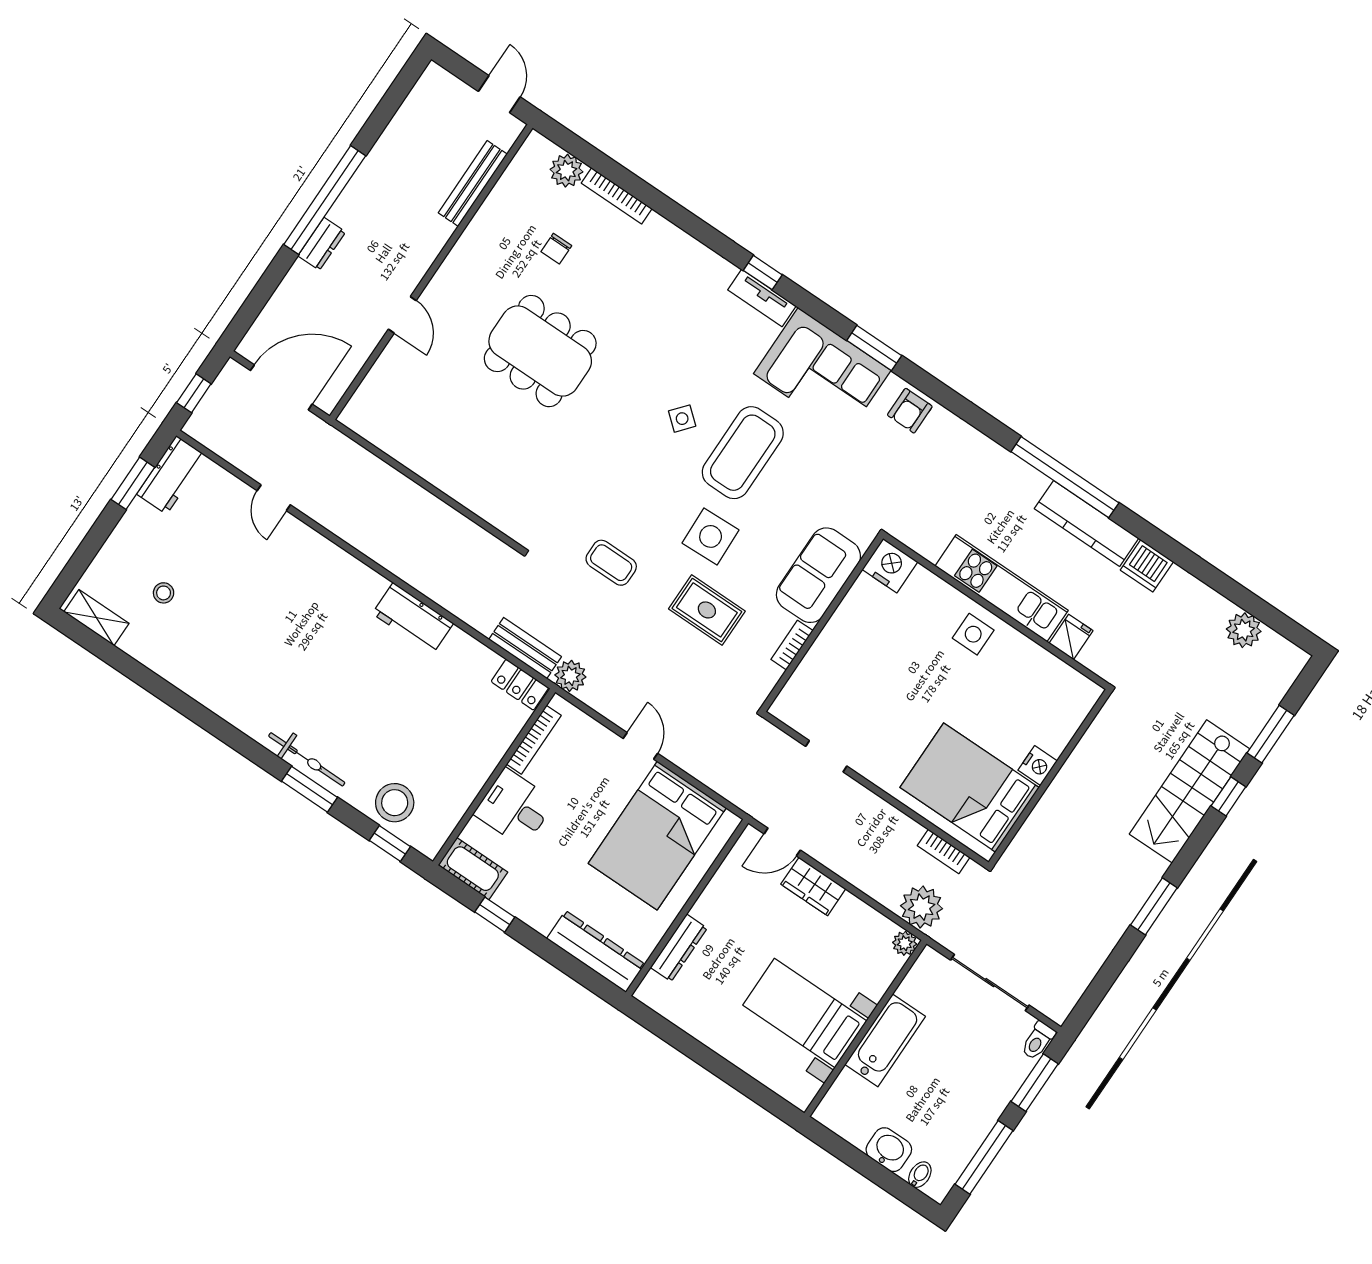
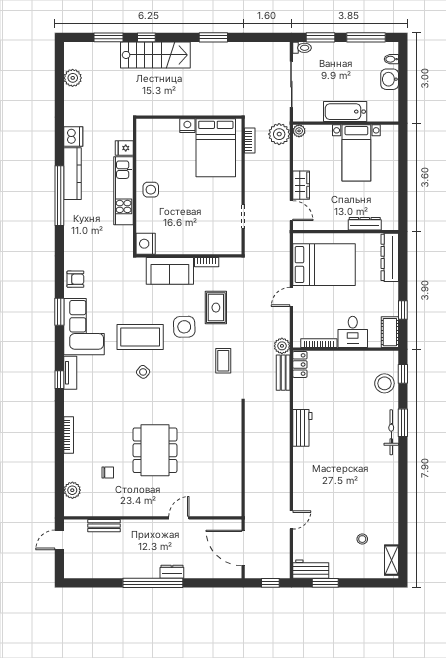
bench: (473, 184) -> (104, 526), width x0.73
bookcase: (617, 196) -> (69, 435), moved

